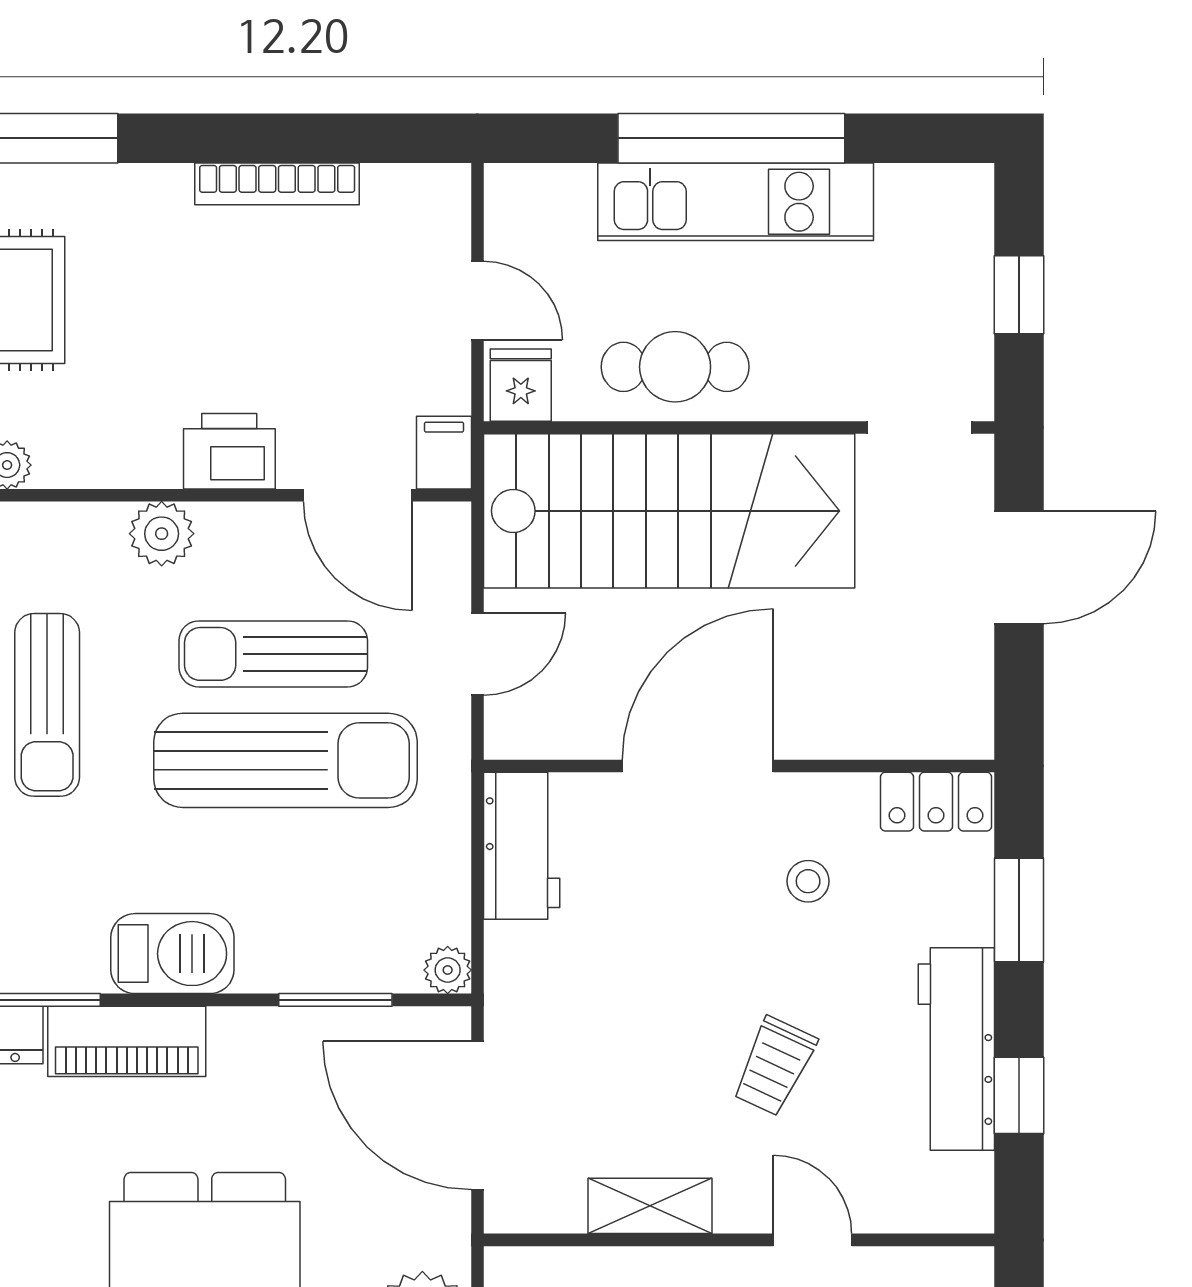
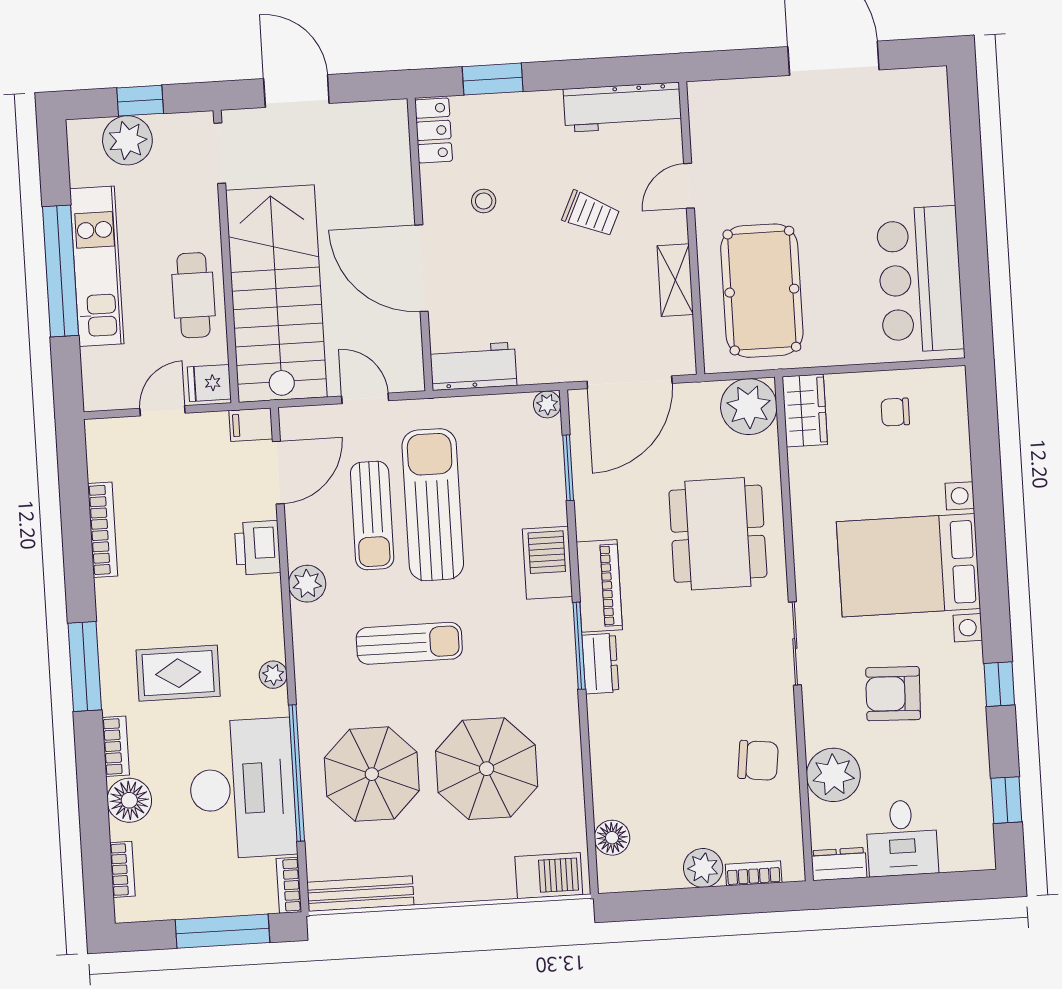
plant: (951, 268) -> (127, 140), added
workbench: (956, 1049) -> (622, 107), moved
window: (1019, 1095) -> (599, 73), removed

